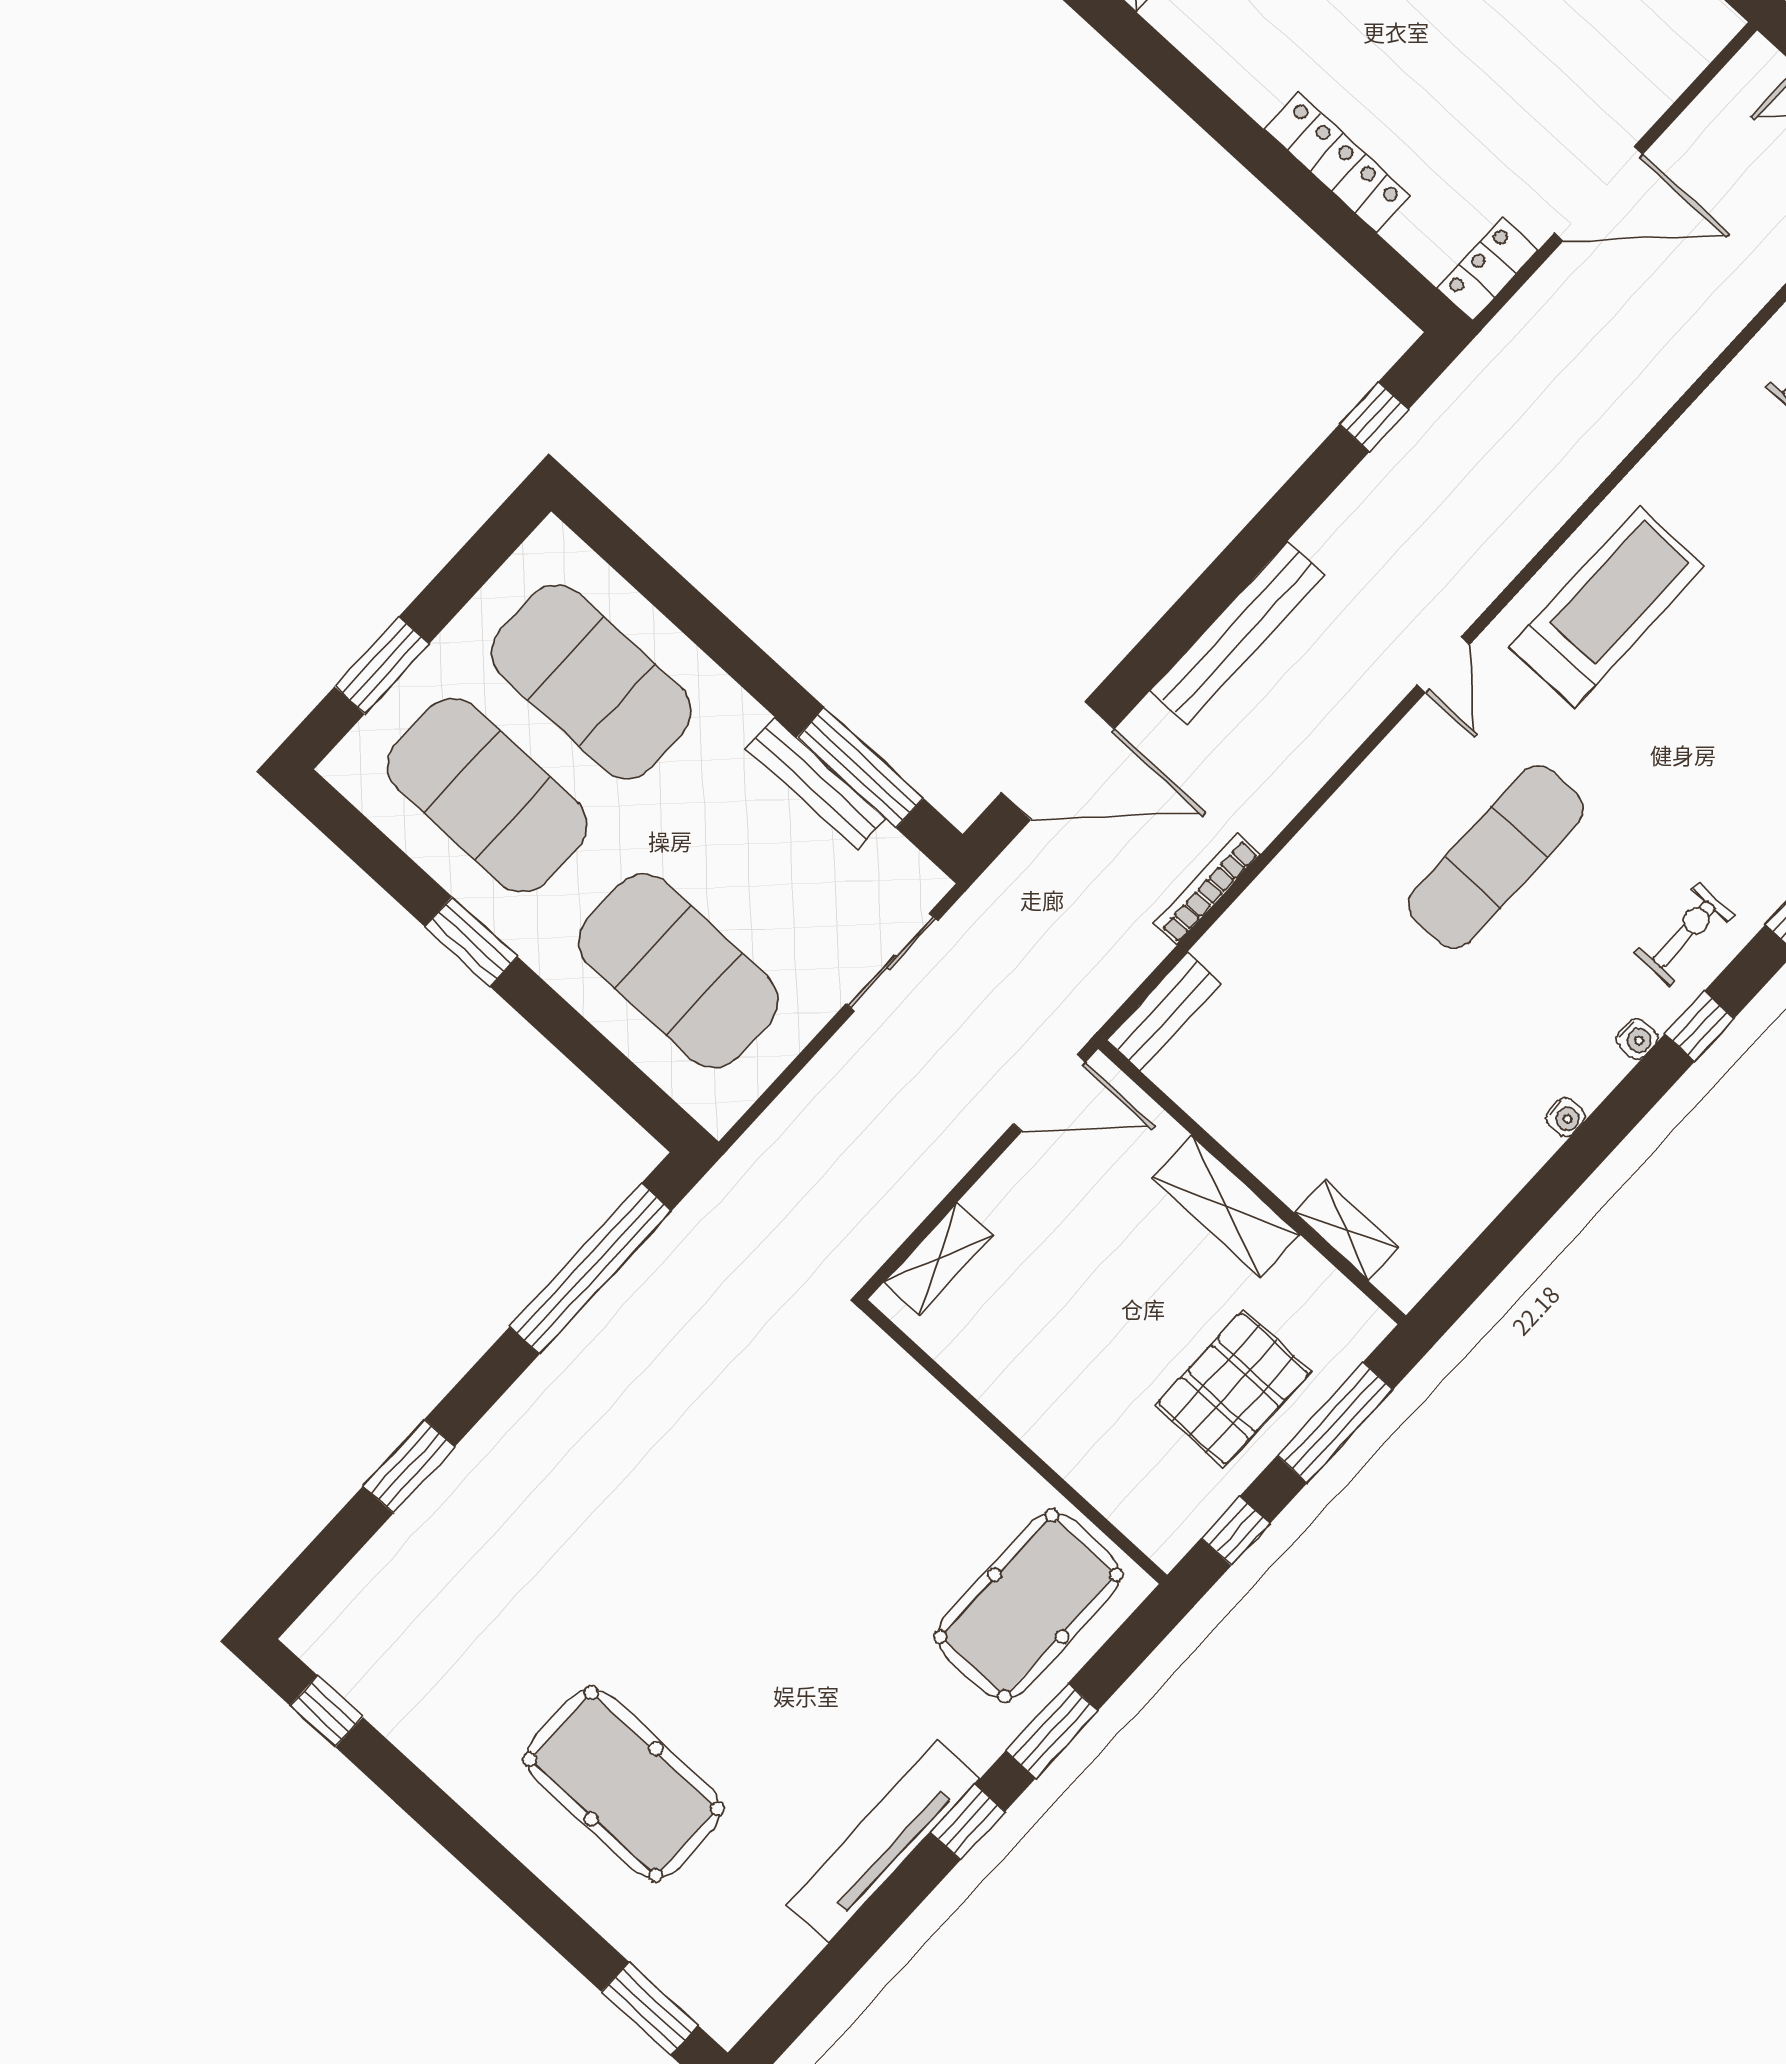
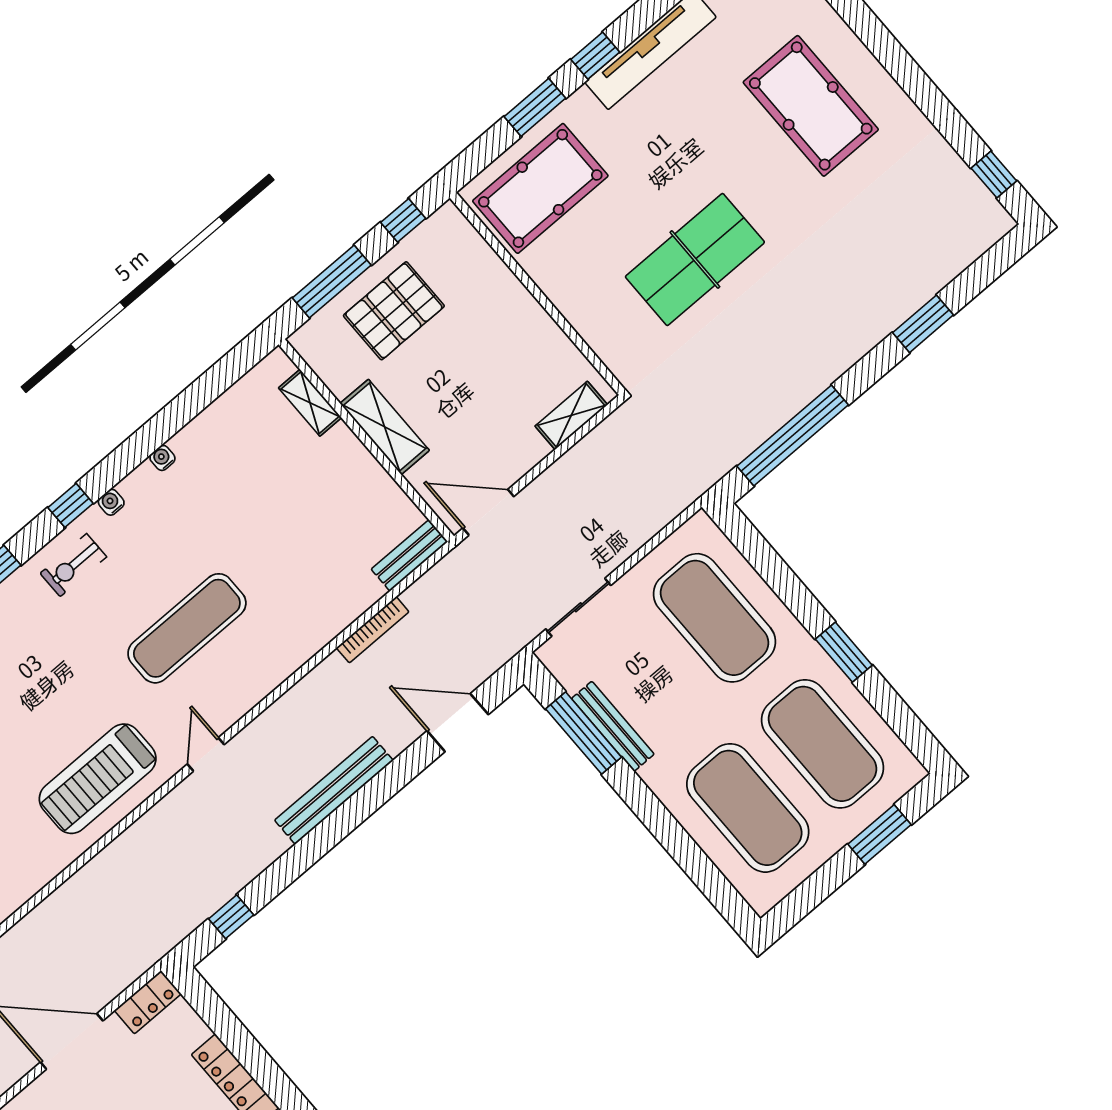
door: (1058, 761) -> (458, 723), width x0.73
table tennis table: (775, 1524) -> (695, 259), added

